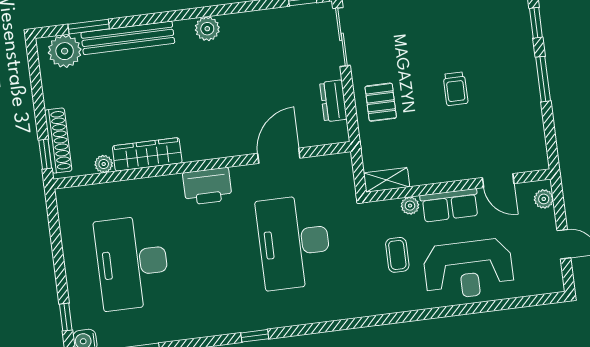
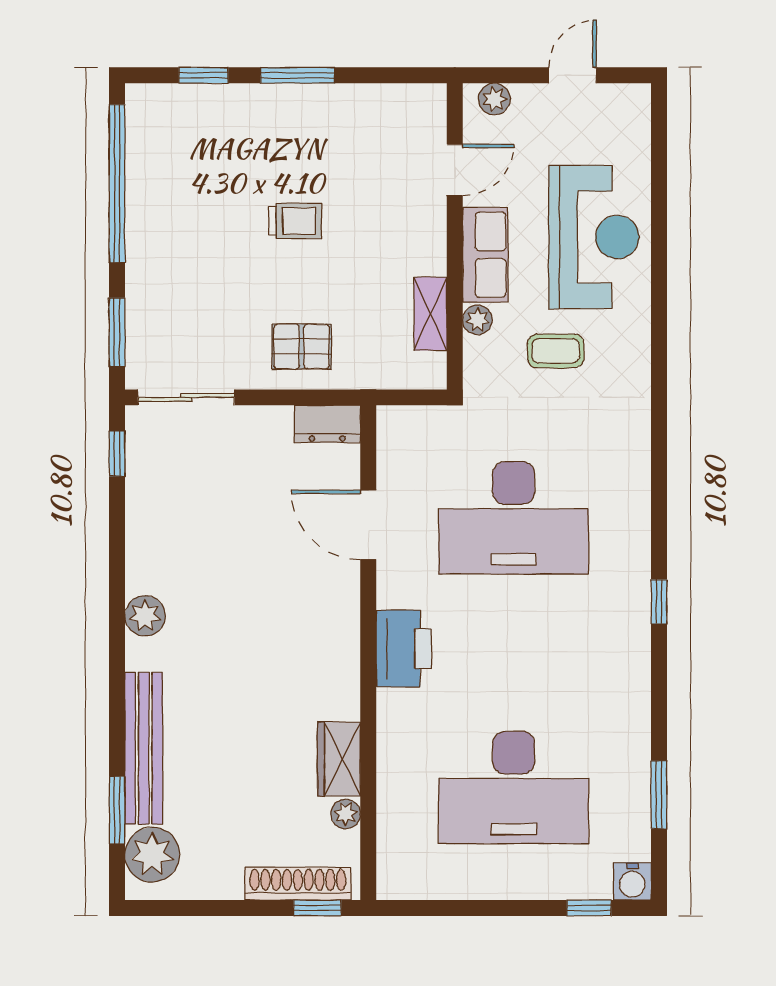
dresser: (333, 101) -> (327, 424), moved
wardrobe: (147, 154) -> (339, 759), width x0.67
shelving: (387, 180) -> (430, 314), moved

